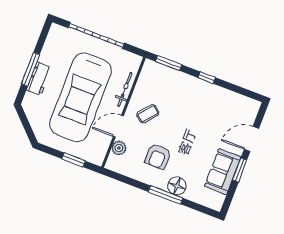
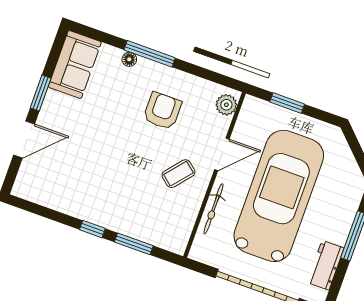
window: (169, 63) -> (134, 244), moved
workbench: (39, 79) -> (326, 265), moved
plant: (119, 148) -> (226, 105), moved
sofa: (223, 172) -> (75, 64), moved
floor lamp: (177, 186) -> (129, 59), width x0.53, depth x0.53

